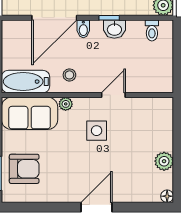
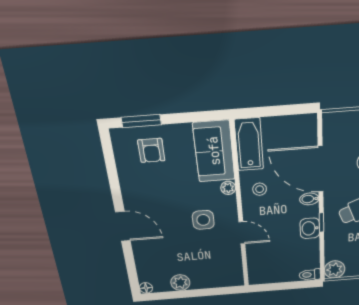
toilet: (152, 30) -> (310, 275), moved
armchair: (24, 169) -> (151, 150), width x0.72, depth x0.72

